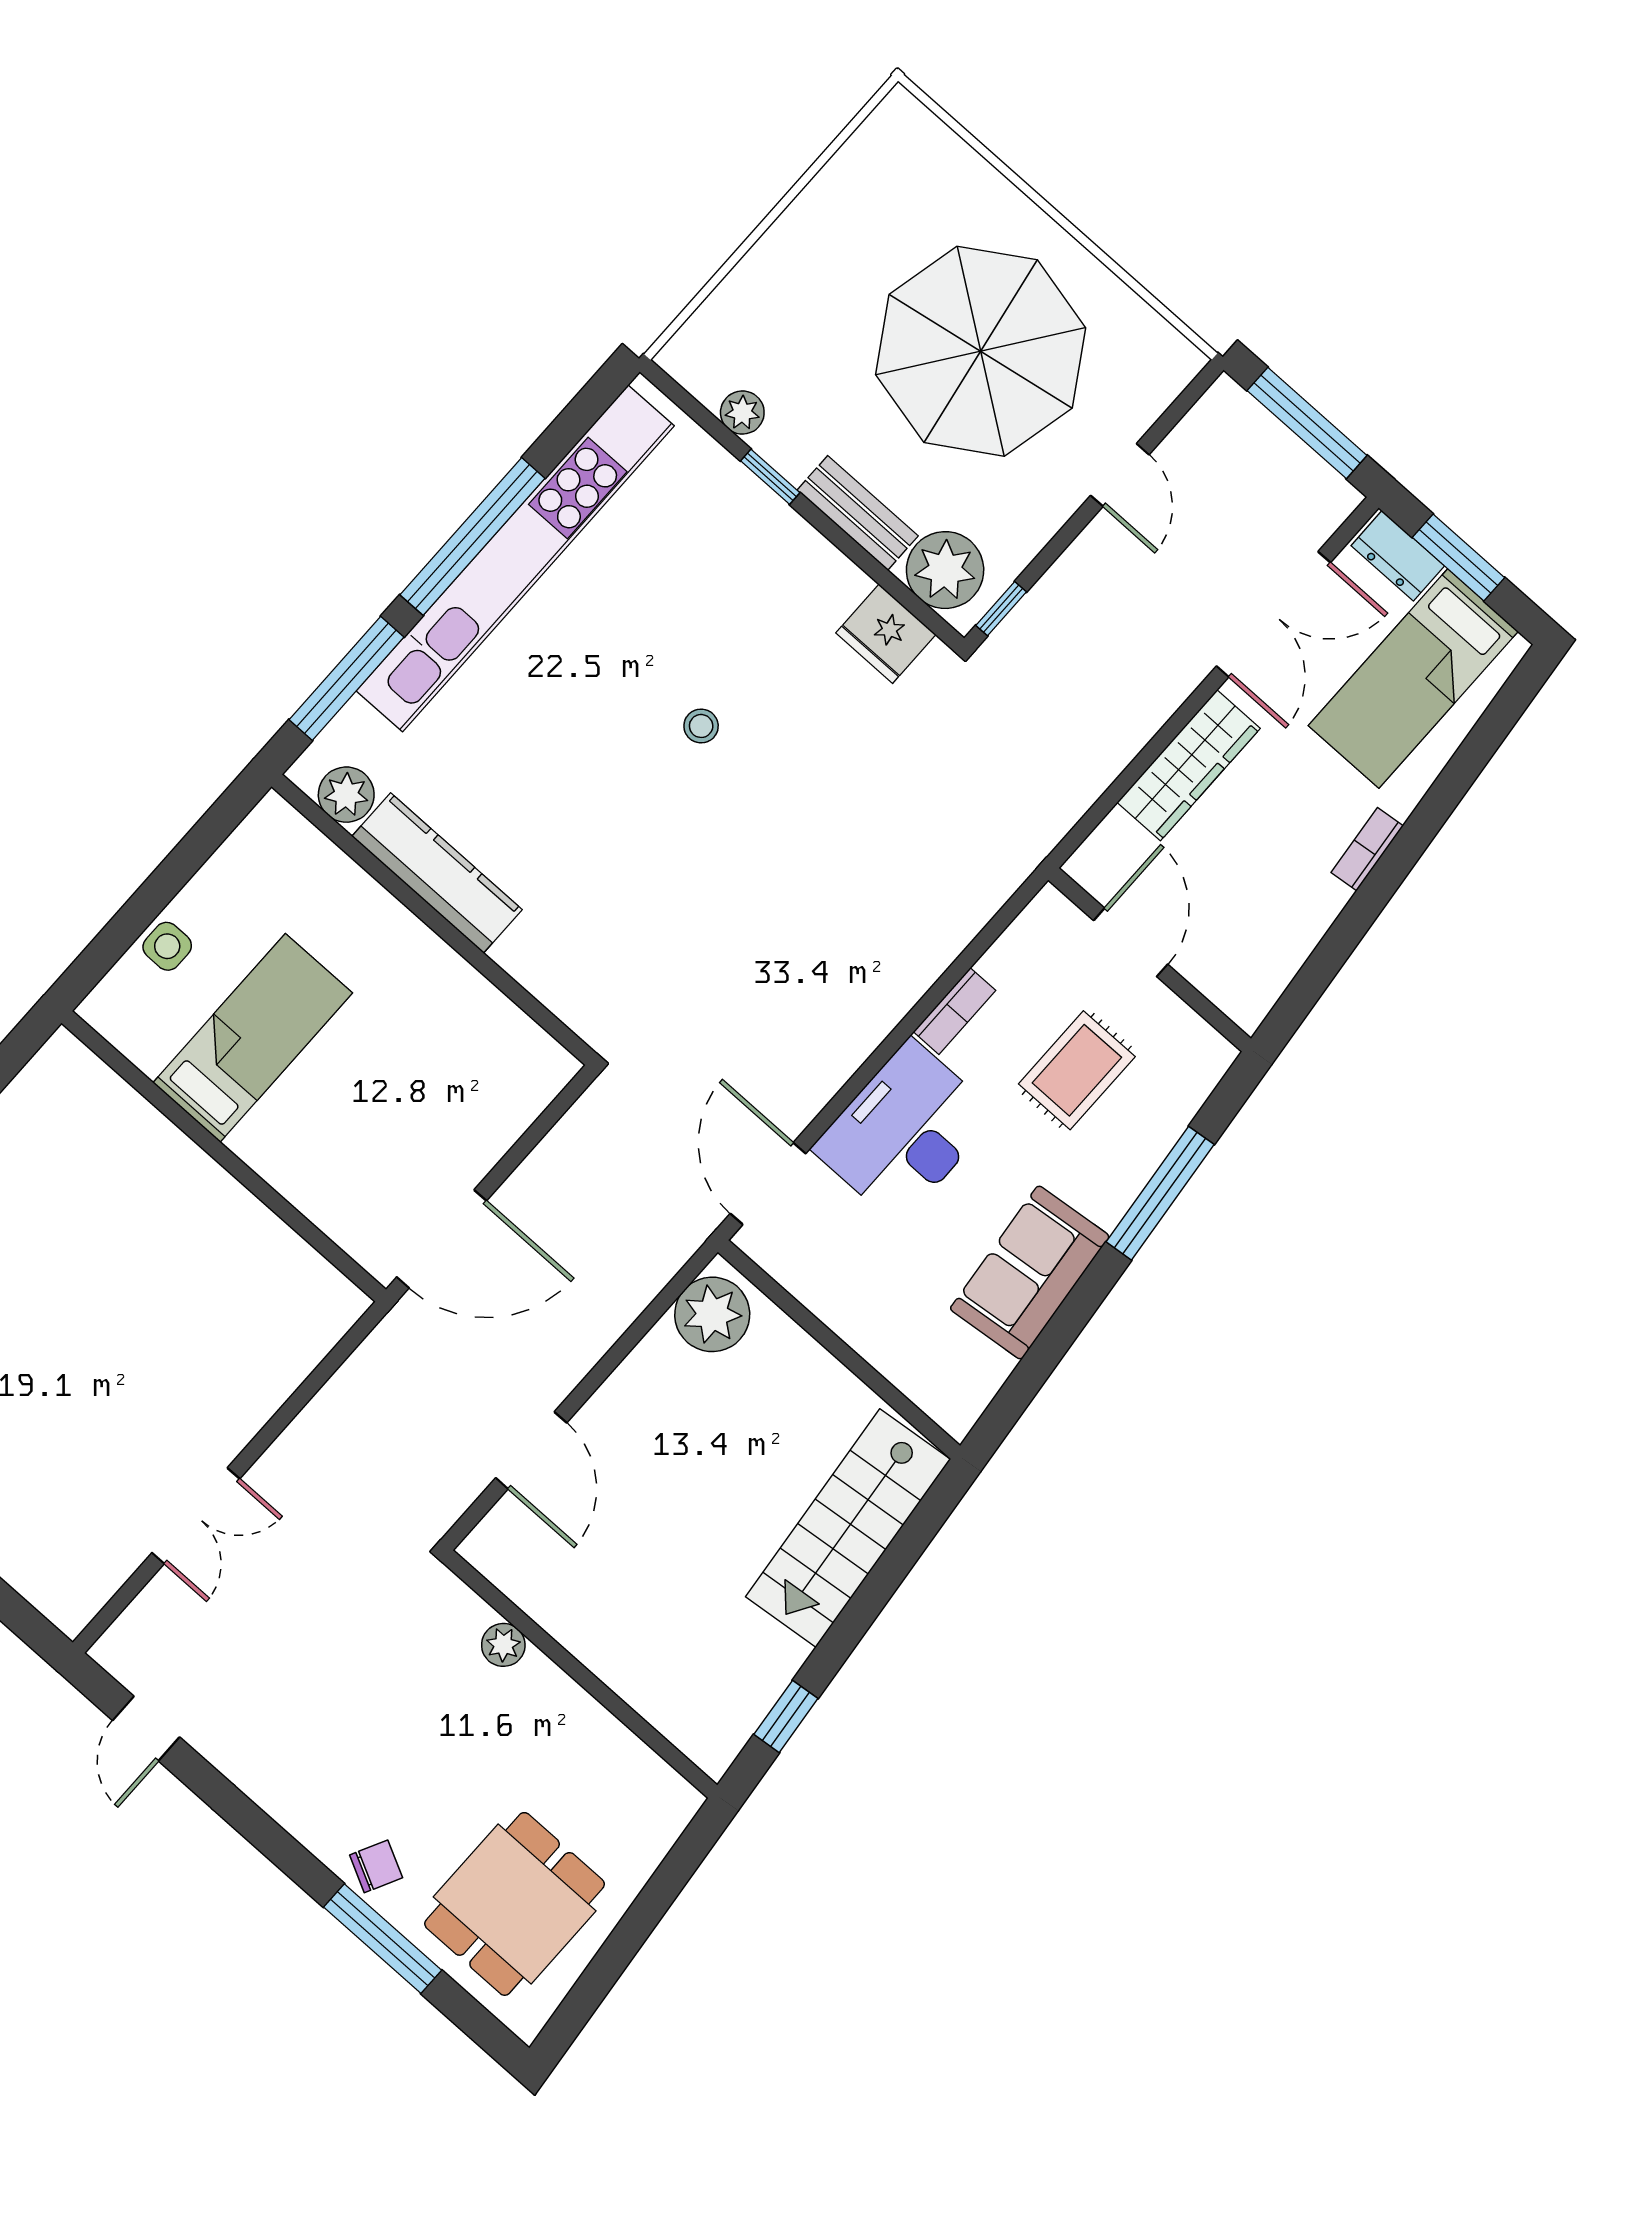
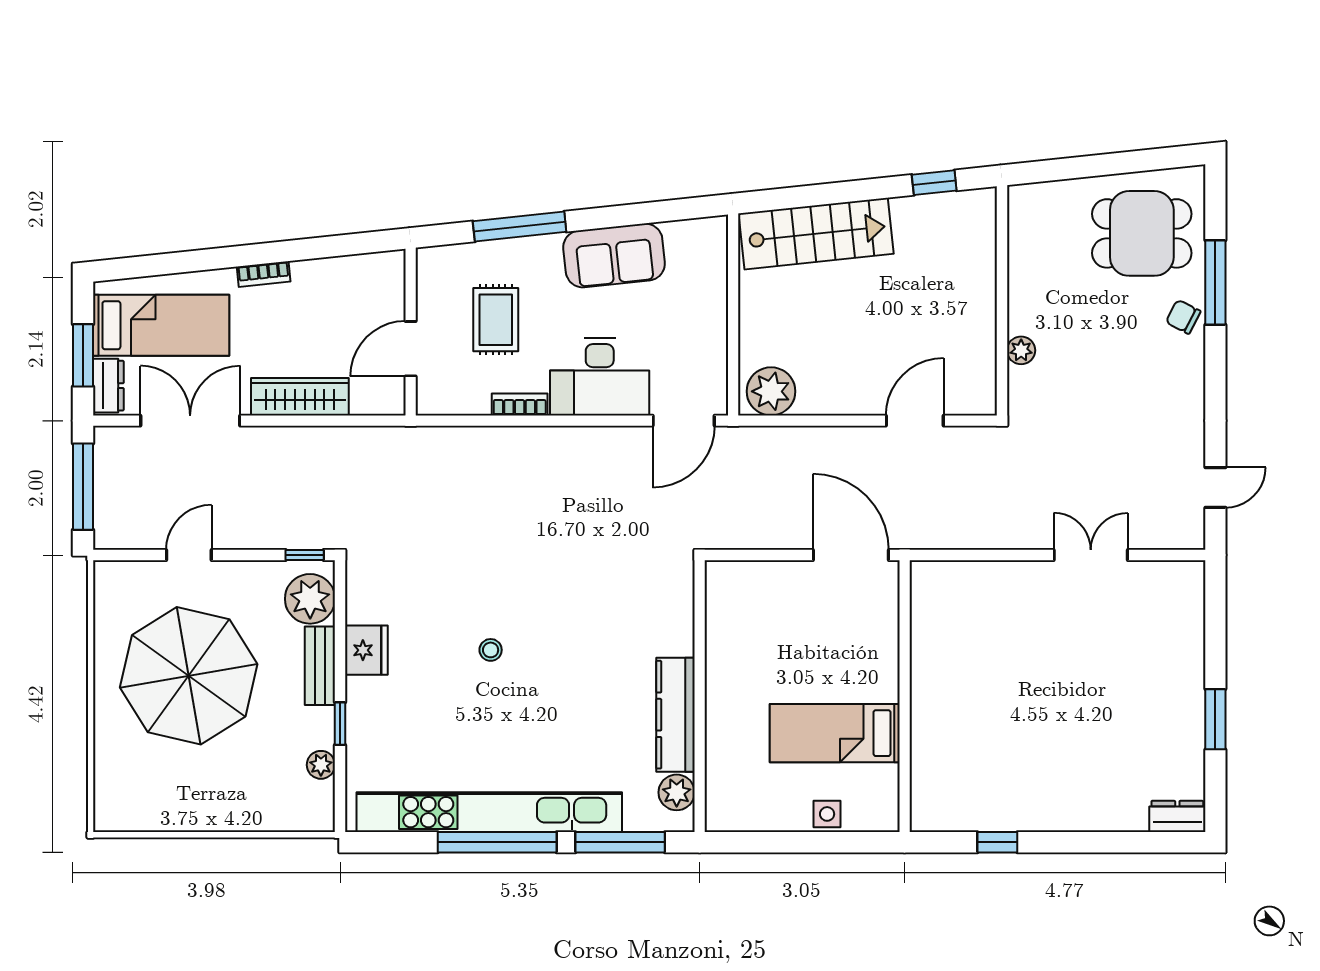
fridge: (886, 634) -> (366, 650), moved
rug: (1077, 1070) -> (496, 320), turned 90

